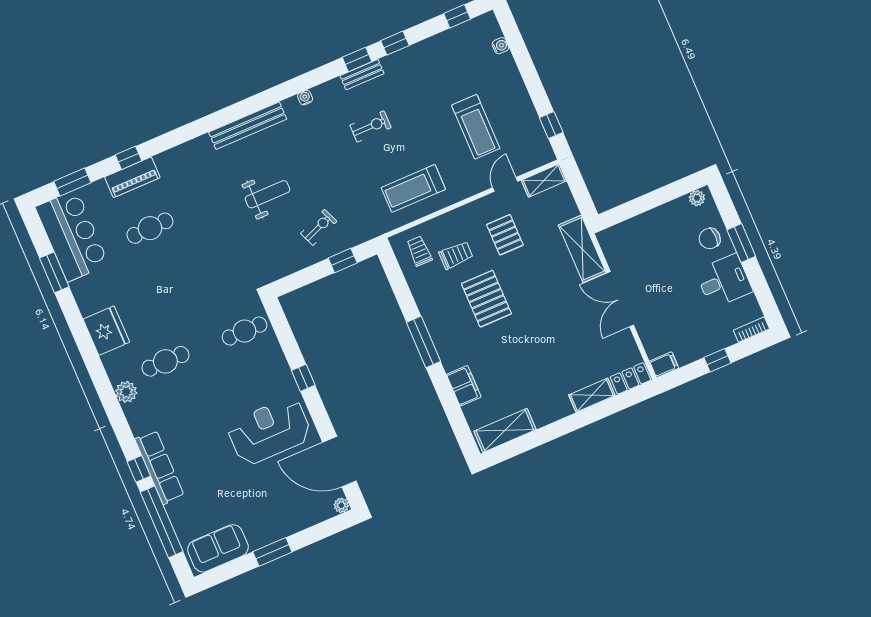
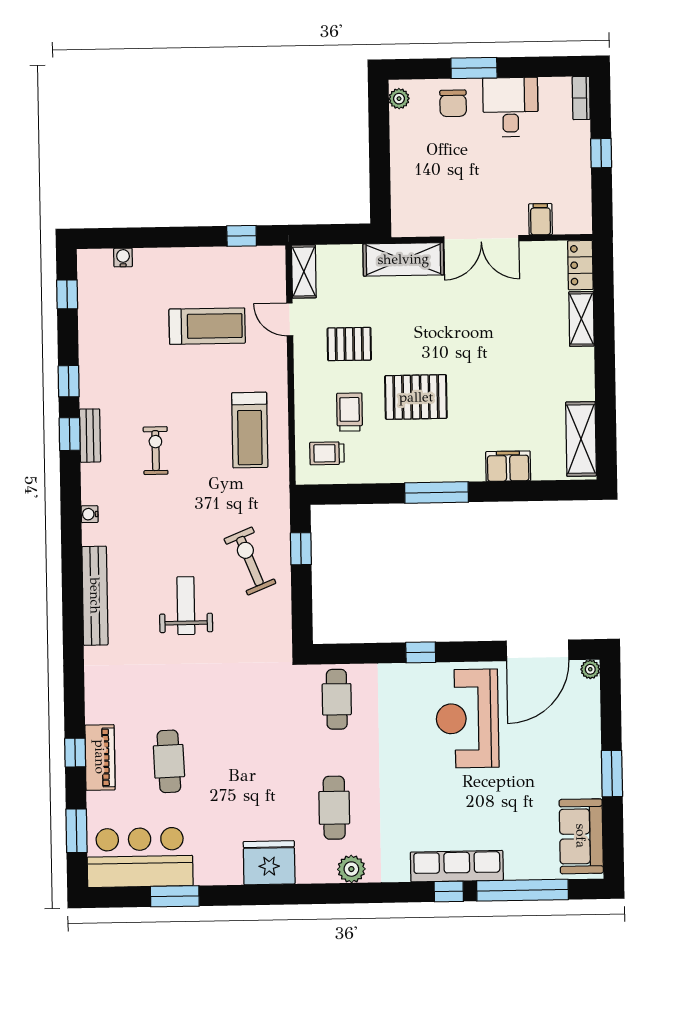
exercise bike: (319, 227) -> (250, 561), width x1.38, depth x1.39
filing cabinet: (664, 365) -> (540, 219), moved

